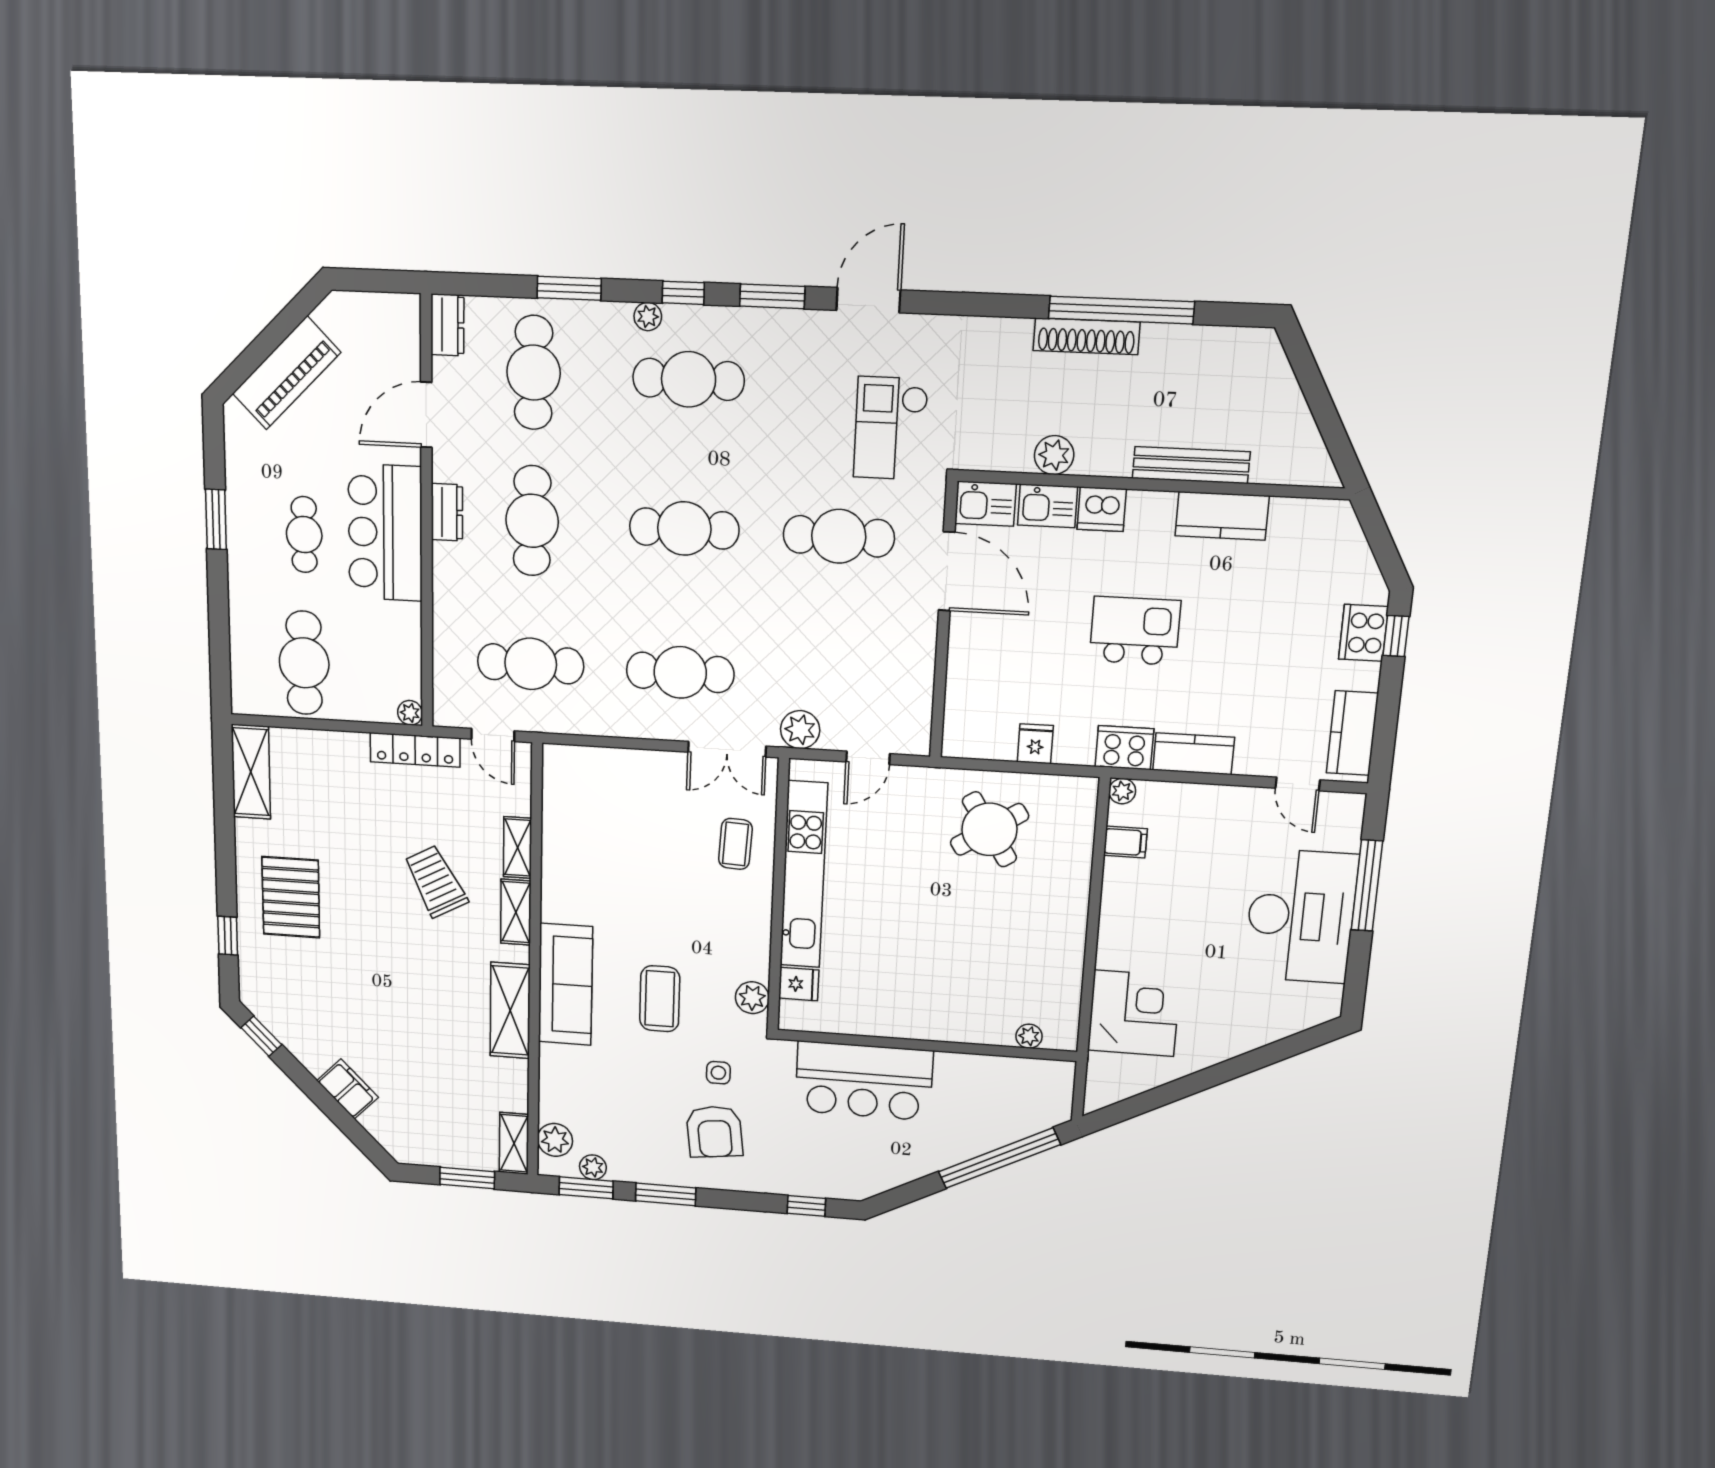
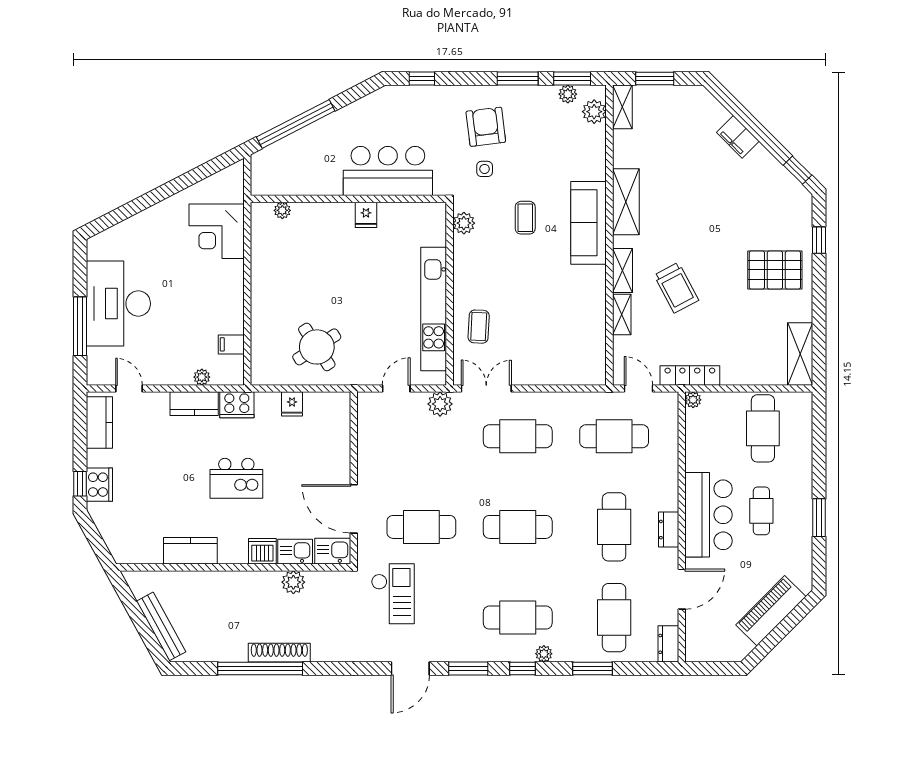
bench: (1191, 465) -> (161, 626), moved, turned 61
plant: (1122, 791) -> (202, 377), moved
pallet: (291, 897) -> (775, 270), turned 90
fridge: (799, 984) -> (366, 215), moved, turned -90
coffee table: (660, 999) -> (525, 218), width x0.73, depth x0.77

